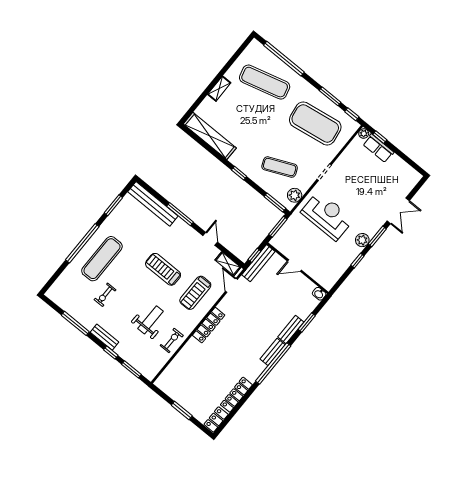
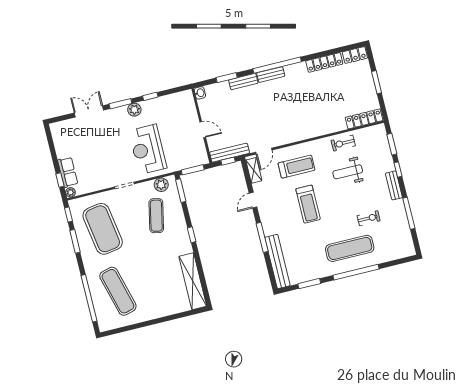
shelving: (219, 89) -> (157, 313), removed
exercise mat: (280, 167) -> (156, 216), turned 36
locker: (209, 325) -> (364, 119), moved

